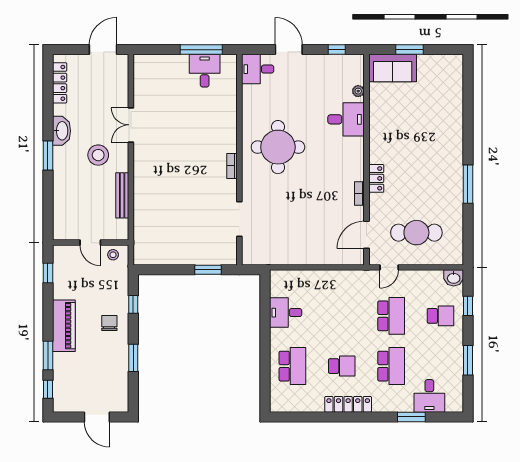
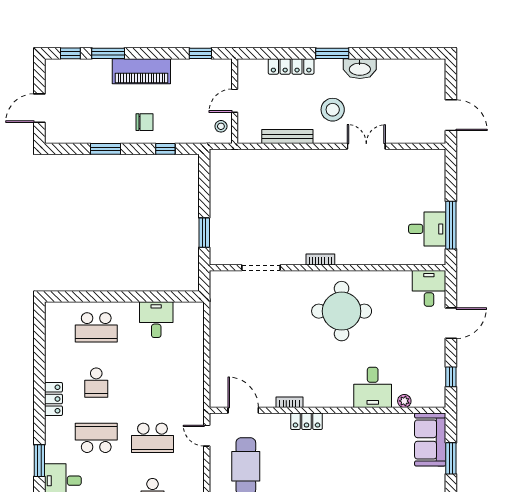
locker: (60, 83) -> (291, 66), moved
school desk: (391, 366) -> (96, 438), turned 180
locker: (348, 404) -> (53, 399), width x0.66

